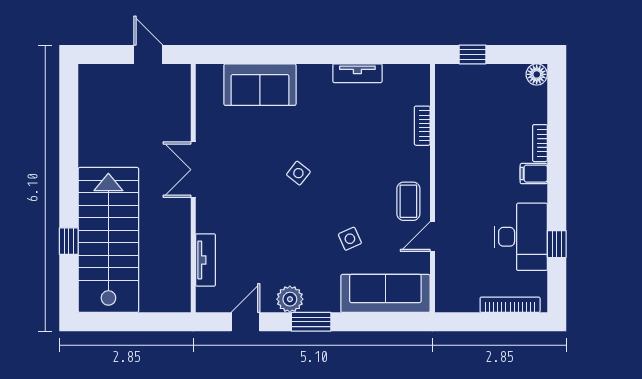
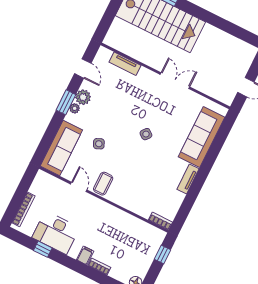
tv unit: (357, 73) -> (188, 179), moved
sofa: (260, 85) -> (202, 137), width x1.36
bookcase: (422, 126) -> (160, 221), moved
coffee table: (408, 201) -> (103, 184), turned 90
plant: (314, 304) -> (75, 108), added

